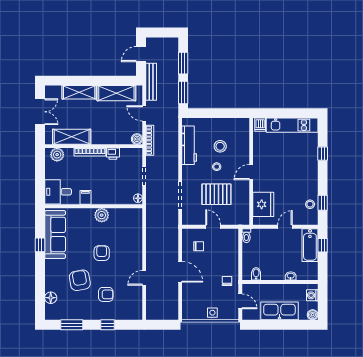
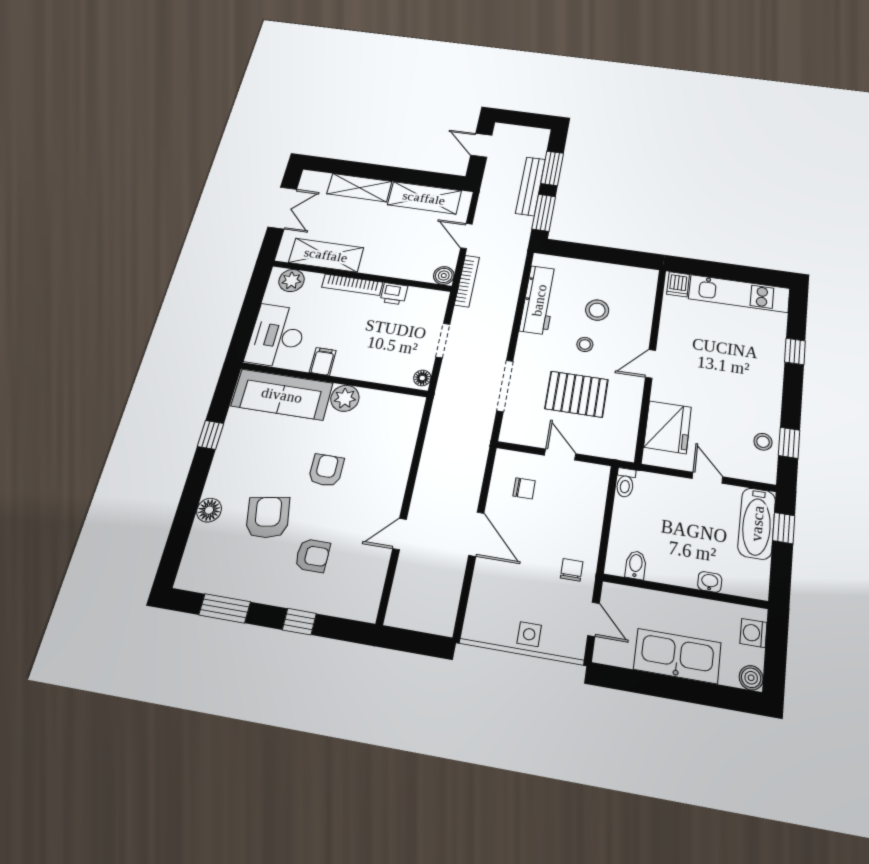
door: (141, 54) -> (481, 145), hinge flipped
bench: (151, 82) -> (530, 186), moved
desk: (58, 192) -> (277, 336), width x1.37
door: (285, 227) -> (707, 478), hinge flipped
sofa: (55, 234) -> (282, 395), moved, turned 90
floor lamp: (51, 298) -> (209, 510), moved

